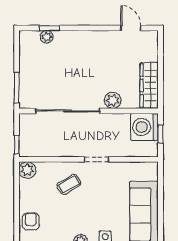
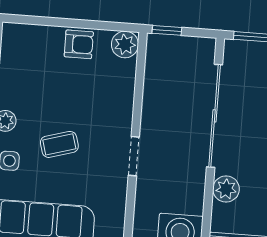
coffee table: (69, 184) -> (59, 144), moved, turned -76
armchair: (31, 221) -> (79, 44), moved

